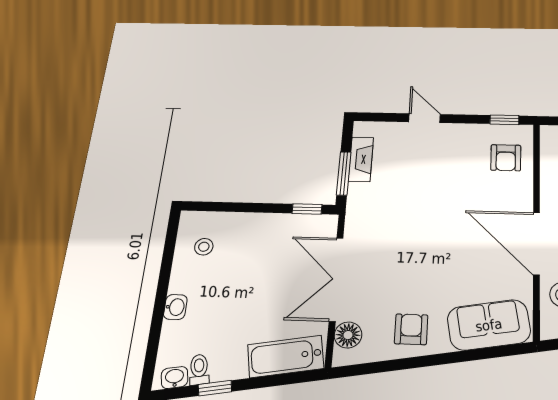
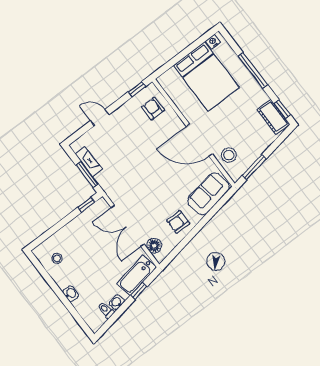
armchair: (506, 158) -> (153, 109), turned 180
armchair: (411, 329) -> (178, 222), turned -90
washbasin: (174, 378) -> (117, 302), moved
window: (215, 388) -> (139, 291), moved

